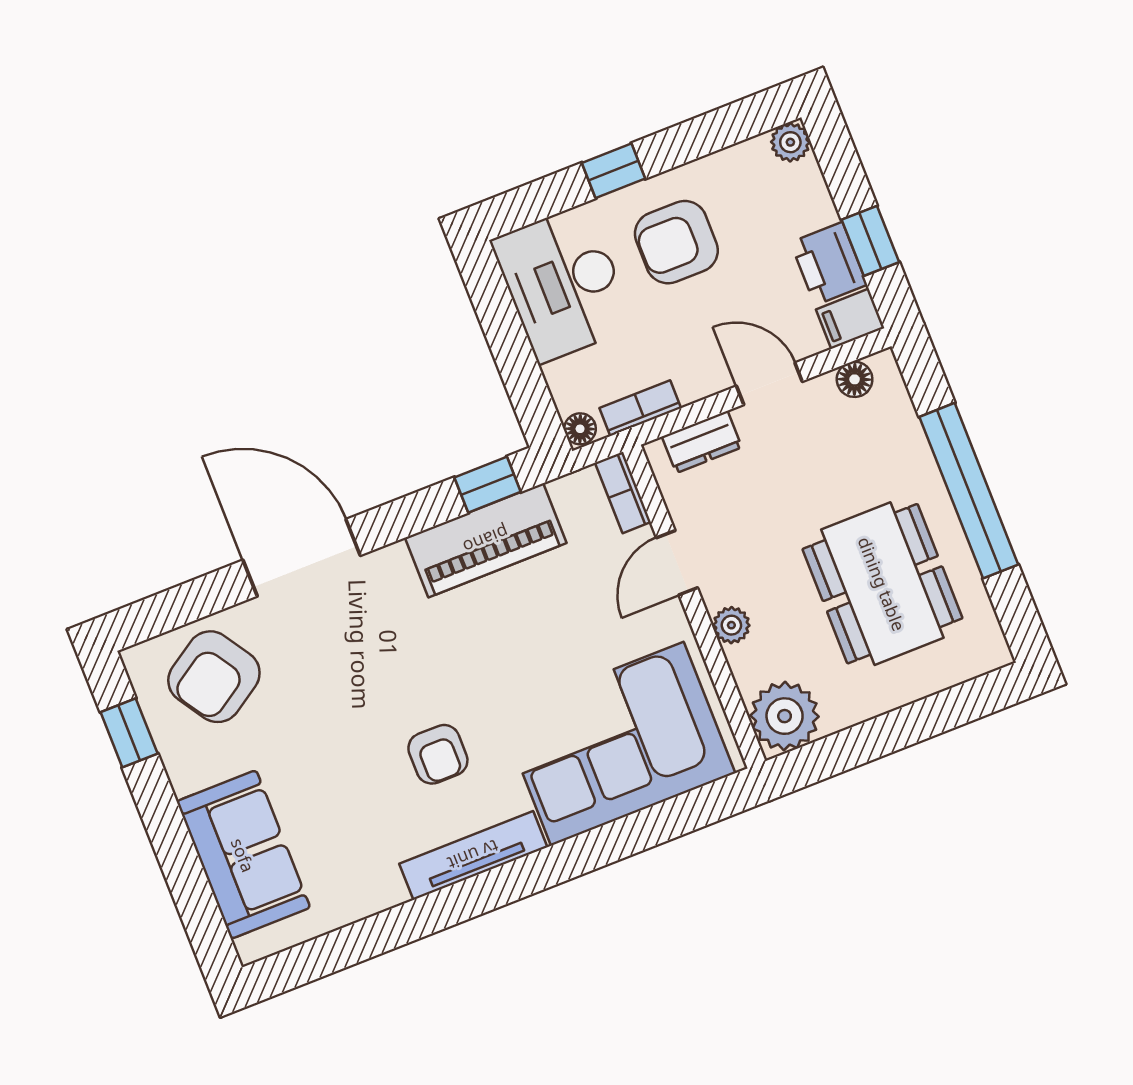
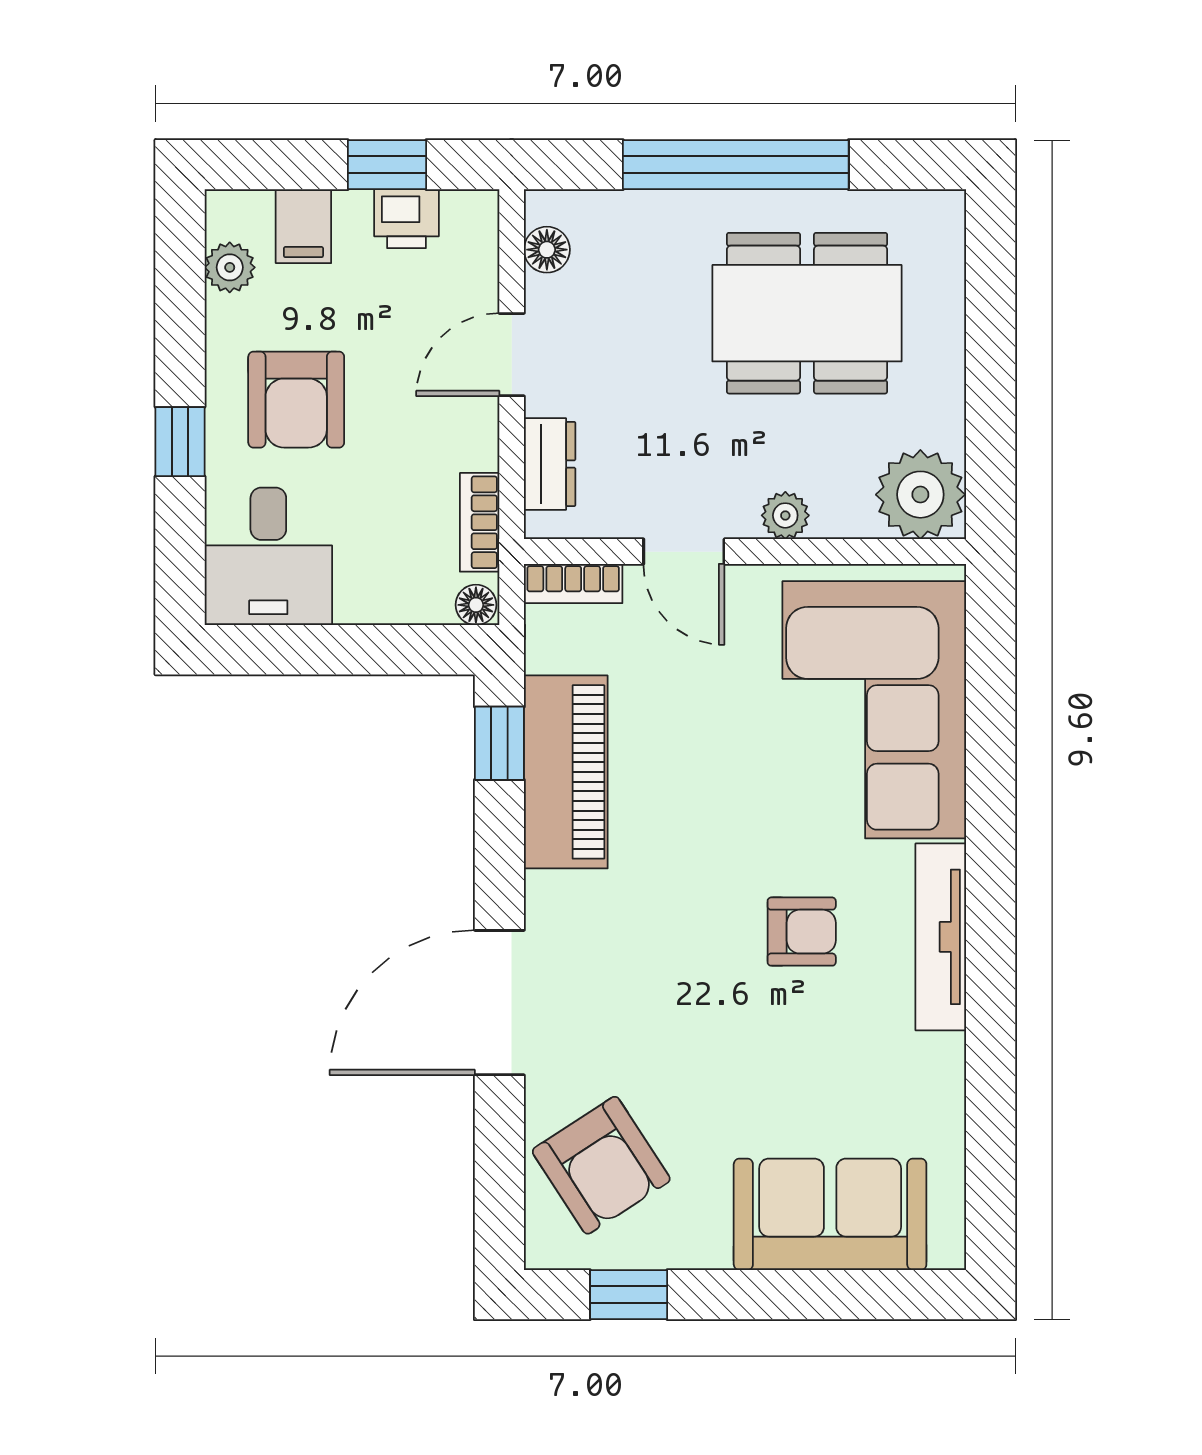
plant: (790, 142) -> (230, 267), moved
printer: (829, 264) -> (406, 219), width x0.73, depth x0.81
desk: (563, 283) -> (268, 556), width x0.73
filing cabinet: (850, 319) -> (303, 226), moved

